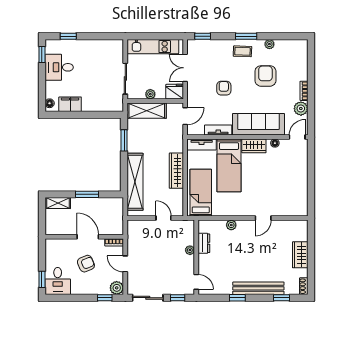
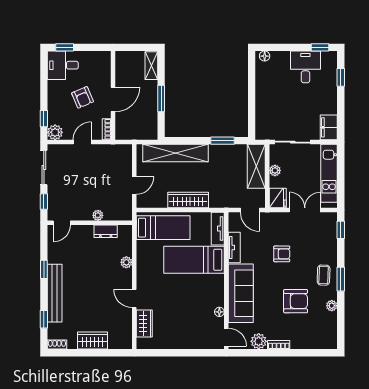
filing cabinet: (70, 104) -> (329, 127), moved, turned 180
wardrobe: (254, 146) -> (144, 324), moved, turned 180

